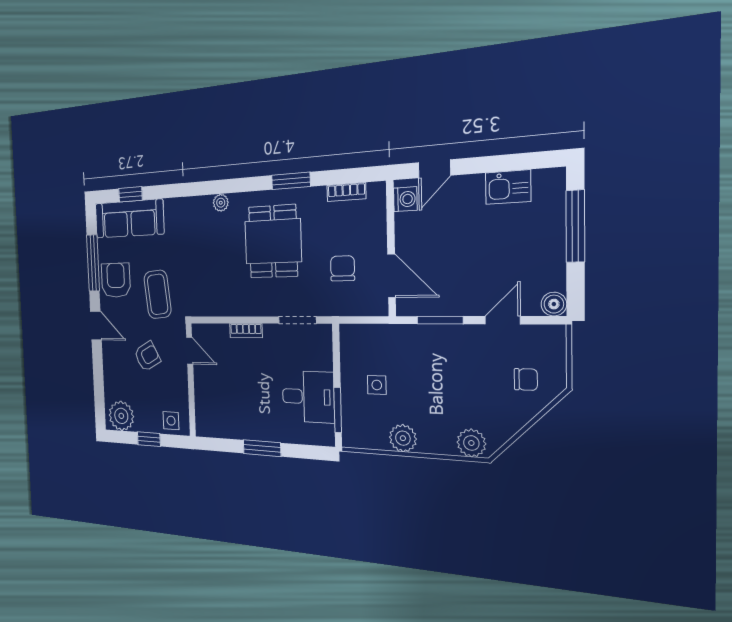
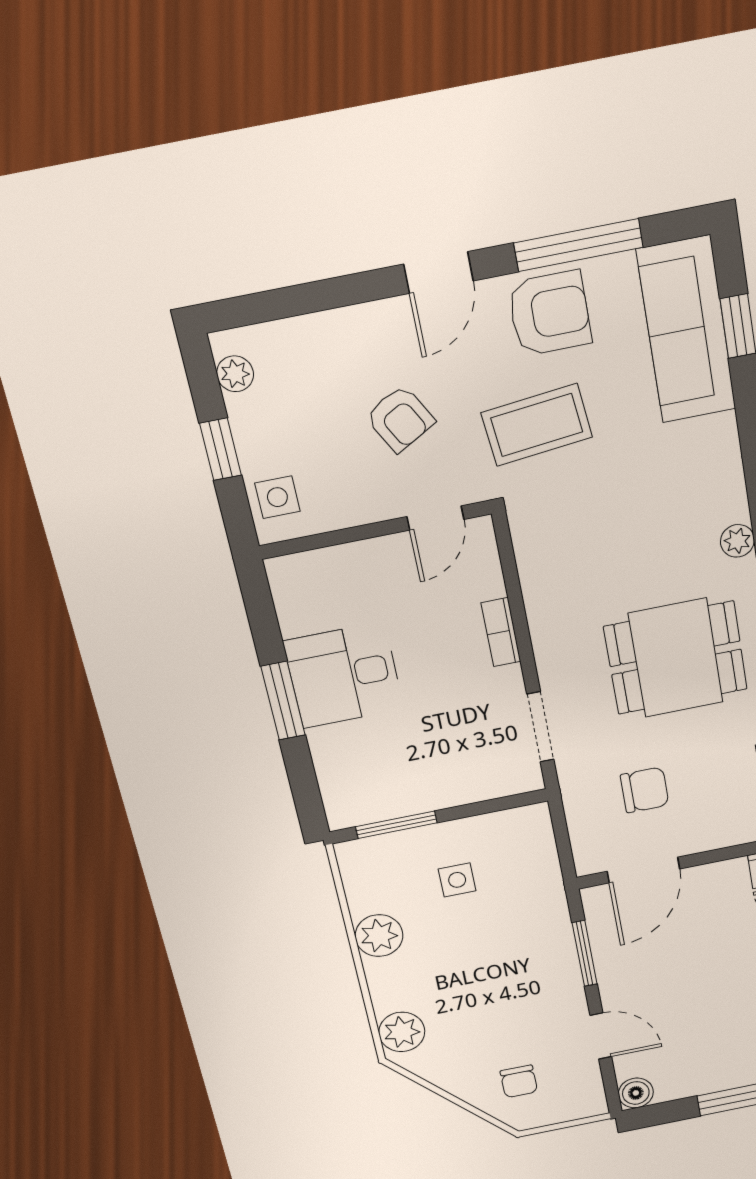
desk: (308, 397) -> (344, 675), moved, turned 90
plant: (121, 416) -> (235, 374), width x0.53, depth x0.53

